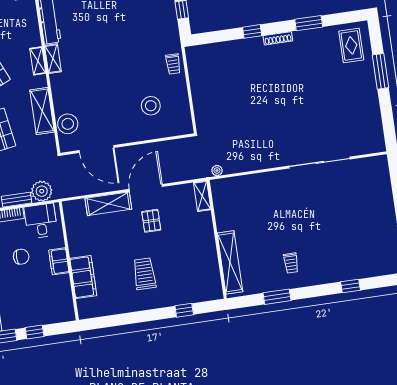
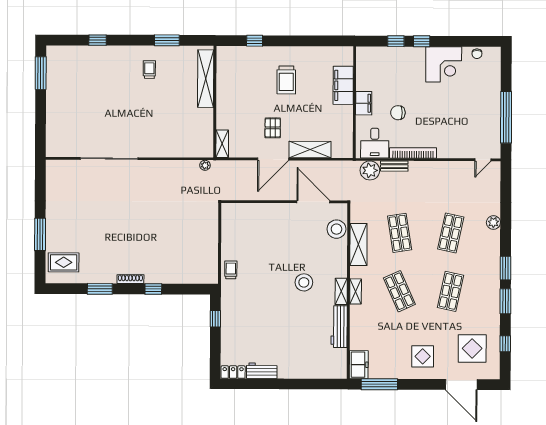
rug: (351, 45) -> (64, 262), turned 90
stool: (151, 106) -> (304, 282), moved

